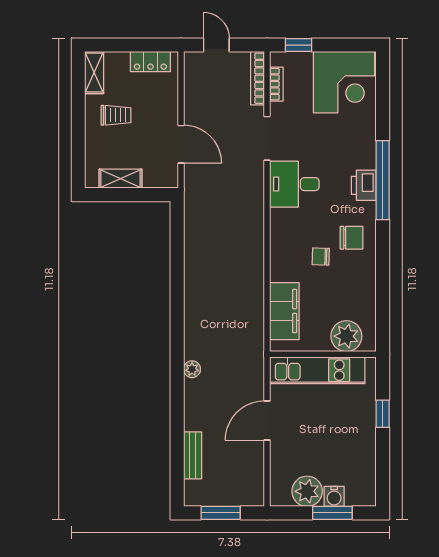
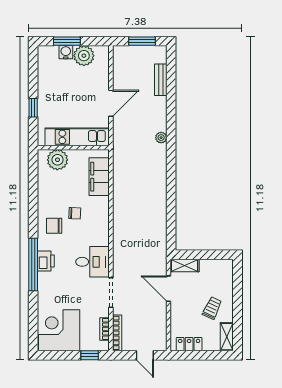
trolley: (116, 115) -> (212, 308), turned 115
shelving: (121, 179) -> (185, 265), moved

